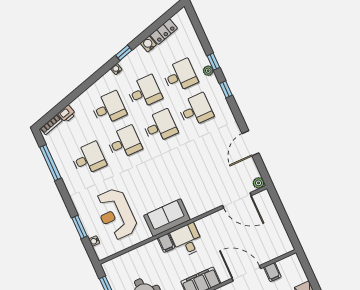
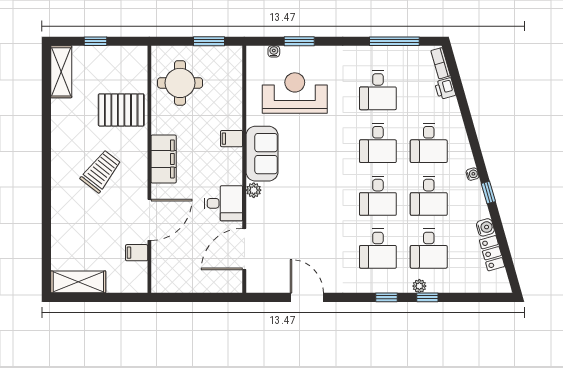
plant: (259, 183) -> (254, 190), moved
desk: (187, 240) -> (223, 203), moved

